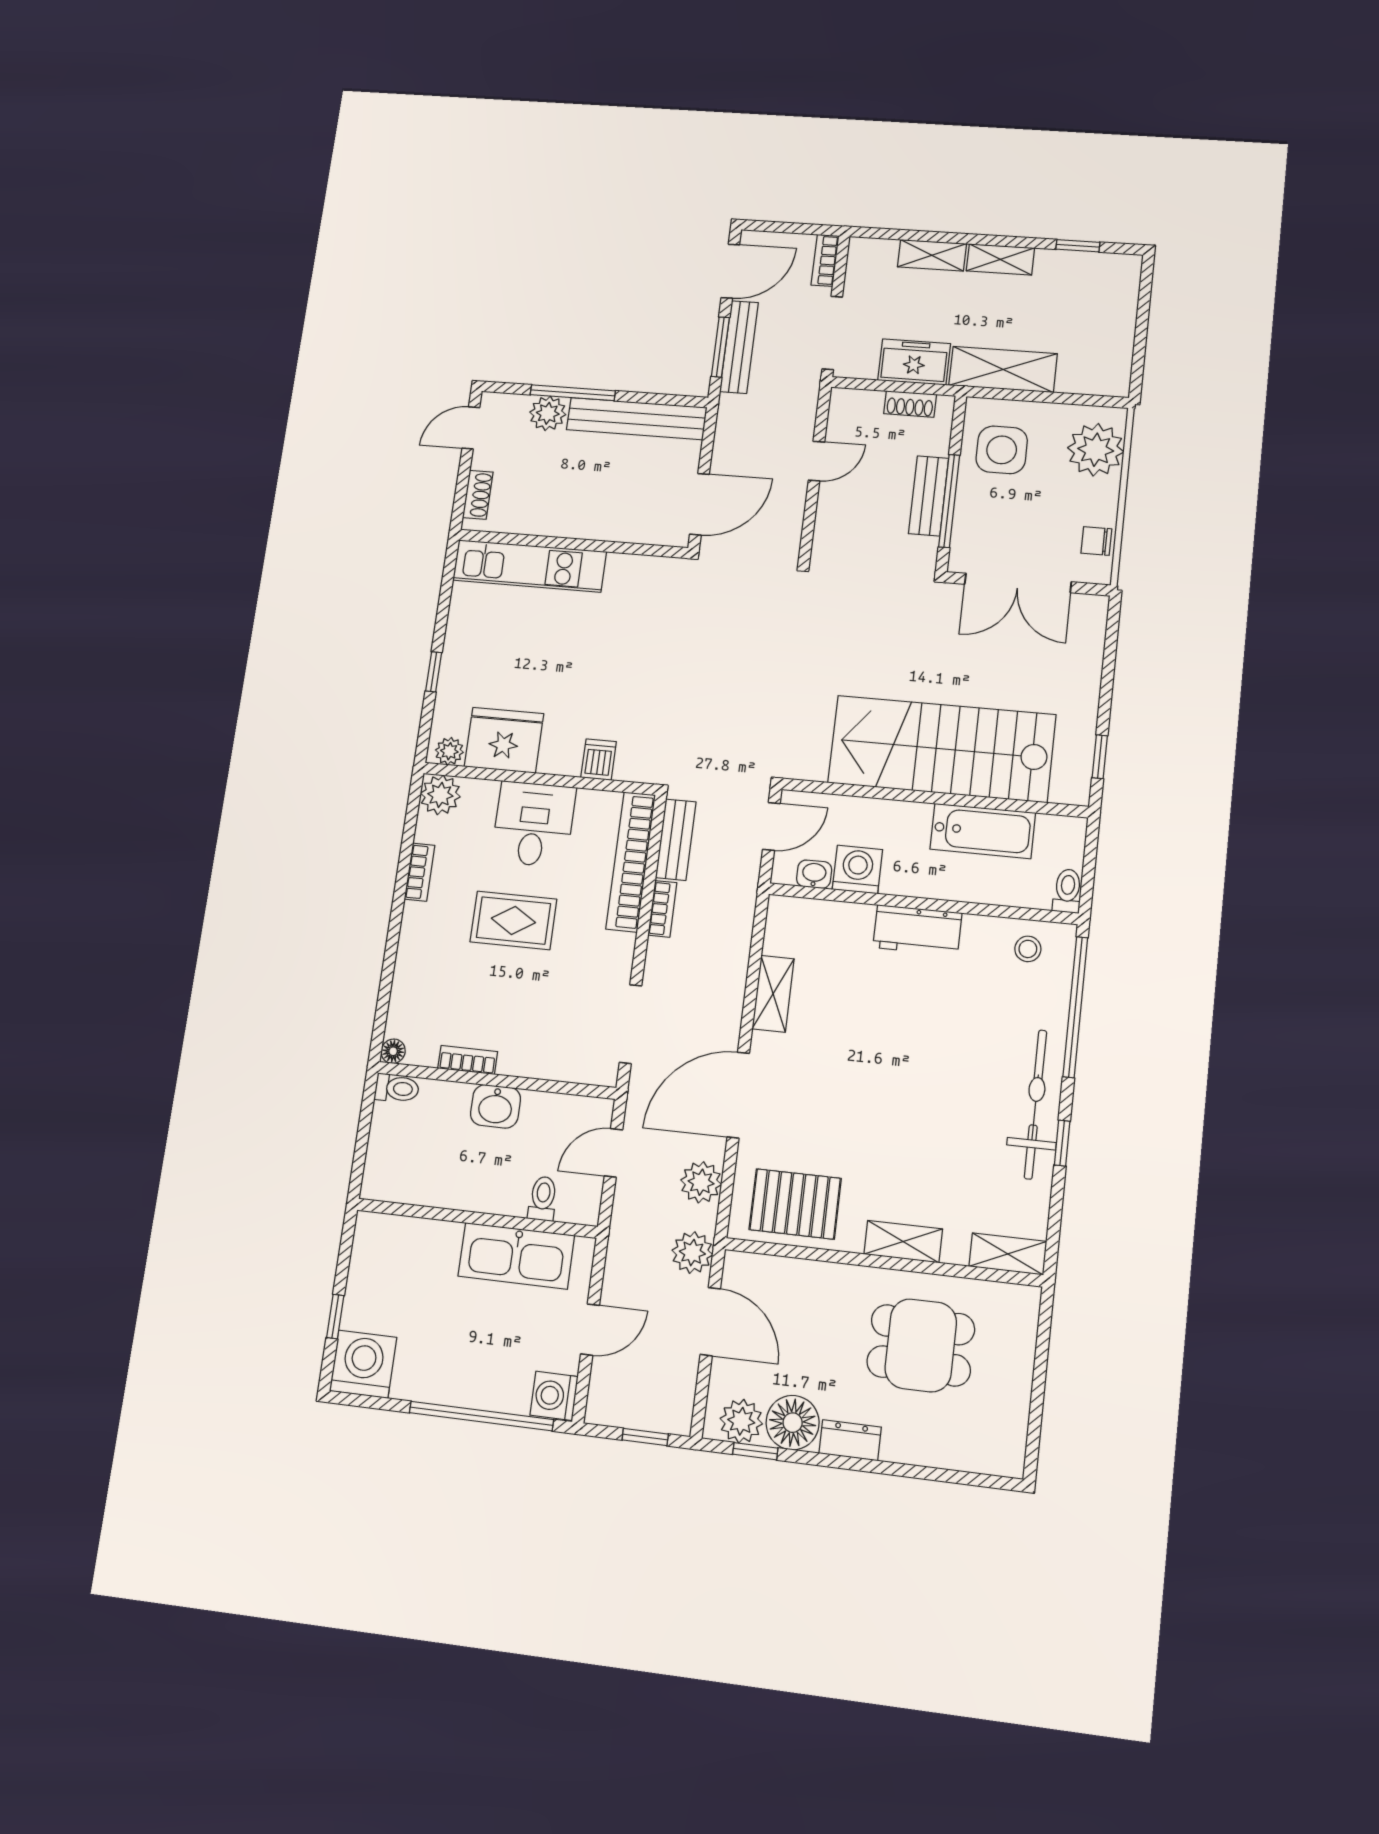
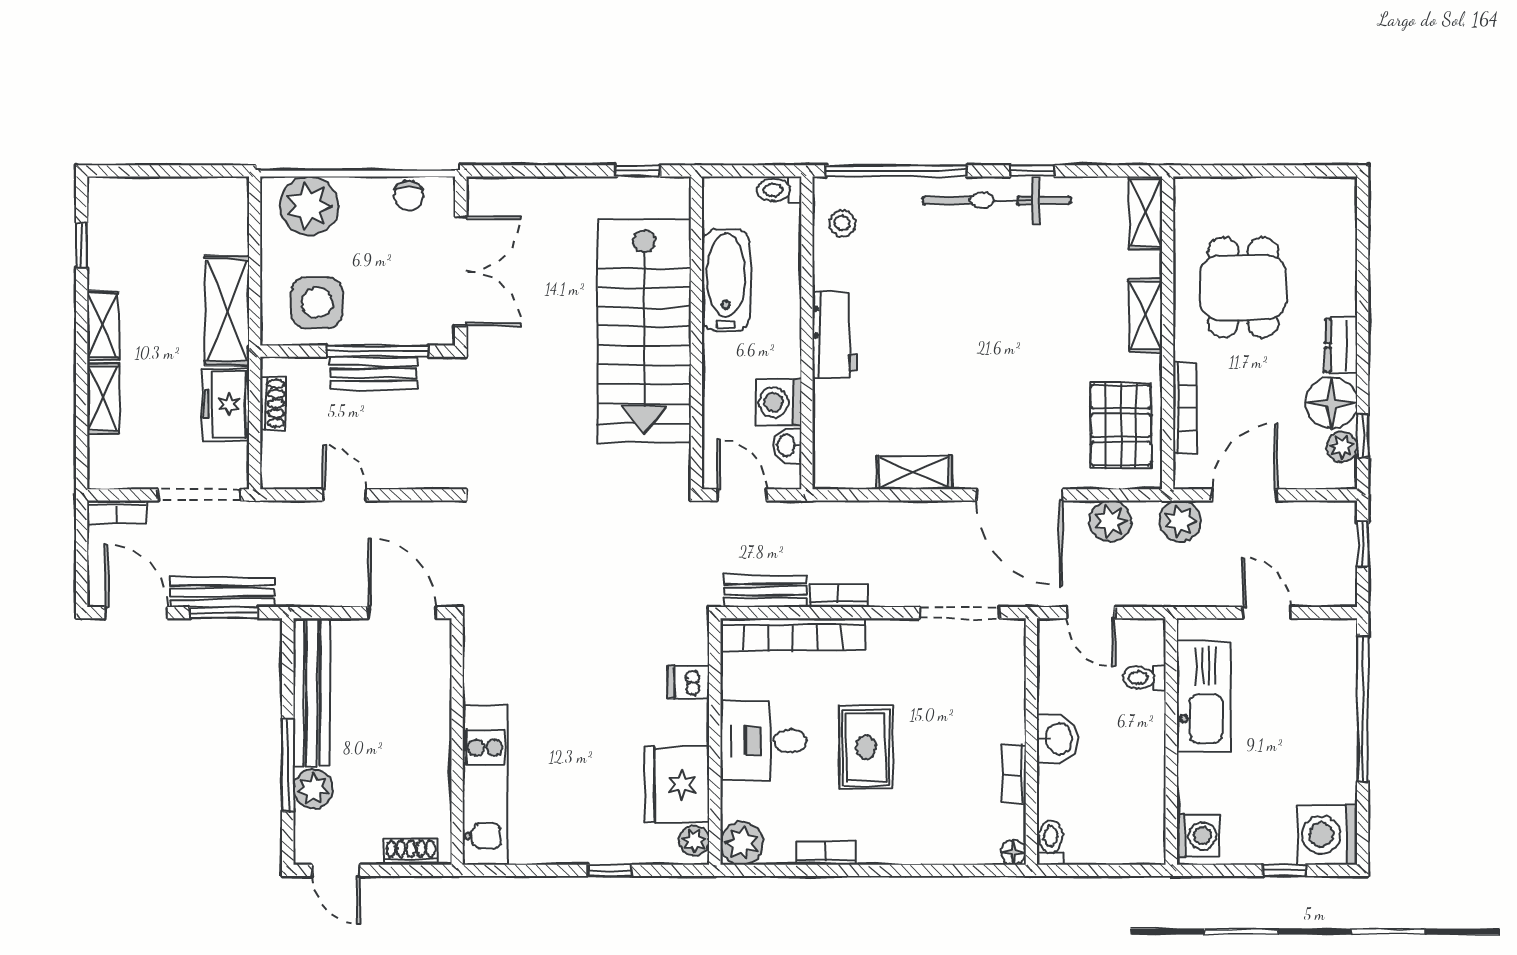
bookcase: (805, 1271) -> (1185, 408), added
washing machine: (554, 1396) -> (1198, 836), moved, turned -90
plant: (741, 1421) -> (1342, 447), width x0.73, depth x0.73

